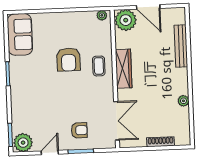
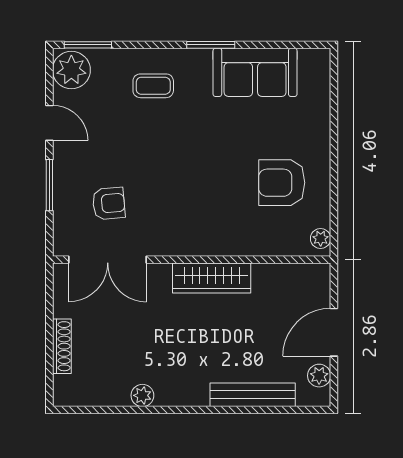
plant: (126, 20) -> (319, 376), moved, width x0.53, depth x0.53
sofa: (20, 34) -> (255, 72), moved
armchair: (69, 60) -> (282, 183), moved
coffee table: (99, 66) -> (153, 86), moved
armchair: (79, 130) -> (109, 203), moved, turned -95

